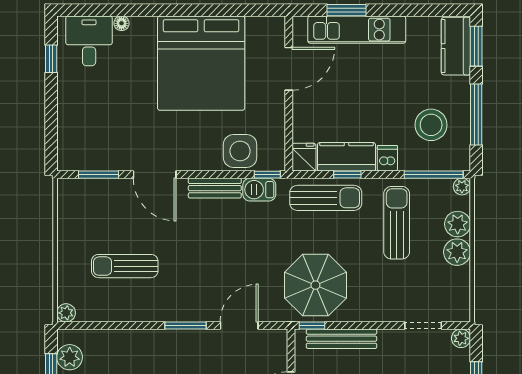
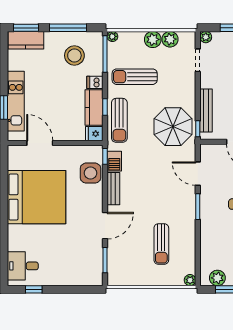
floor lamp: (121, 23) -> (12, 246), removed
sun lounger: (326, 198) -> (119, 120), turned 180
plant: (458, 224) -> (170, 39), moved

